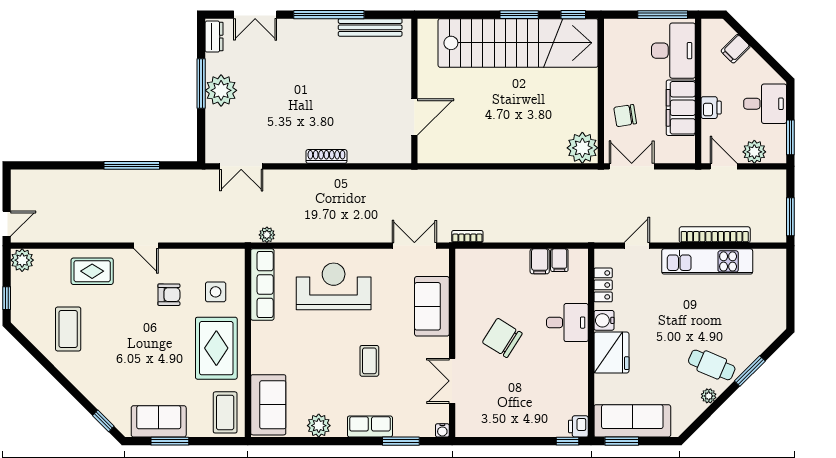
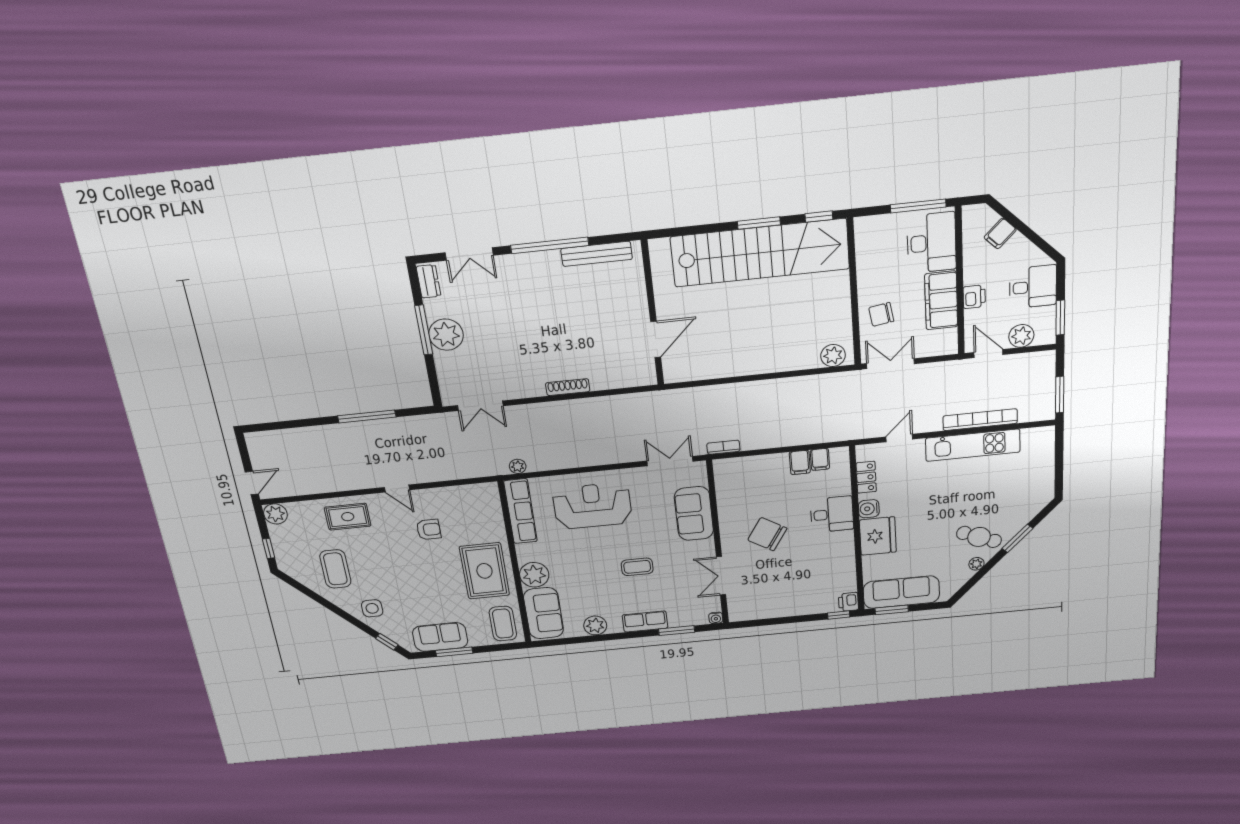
plant: (582, 148) -> (833, 355), width x0.73, depth x0.73
side table: (216, 292) -> (372, 608), moved
plant: (265, 358) -> (534, 575), added
coffee table: (369, 361) -> (637, 567), turned 90

